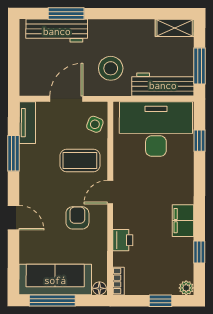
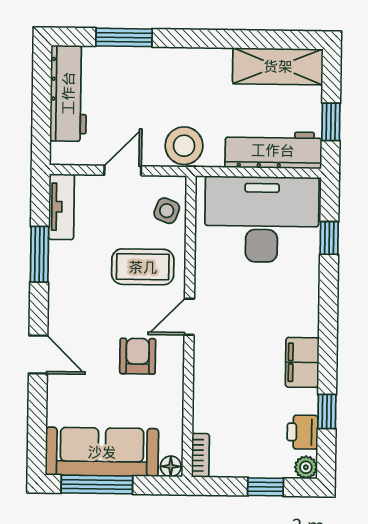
shelving: (175, 28) -> (278, 66), width x1.50, depth x1.33
workbench: (57, 31) -> (68, 93), moved, turned -90
window: (200, 66) -> (331, 122), width x0.67
stool: (111, 68) -> (184, 146), moved
door: (66, 99) -> (123, 170), width x0.73
printer: (123, 240) -> (302, 432), moved, turned 180

